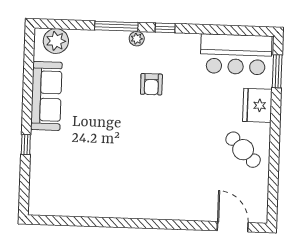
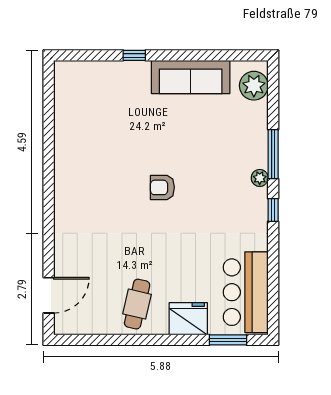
armchair: (151, 84) -> (162, 187), moved
cafe table: (243, 150) -> (137, 304), turned -32

